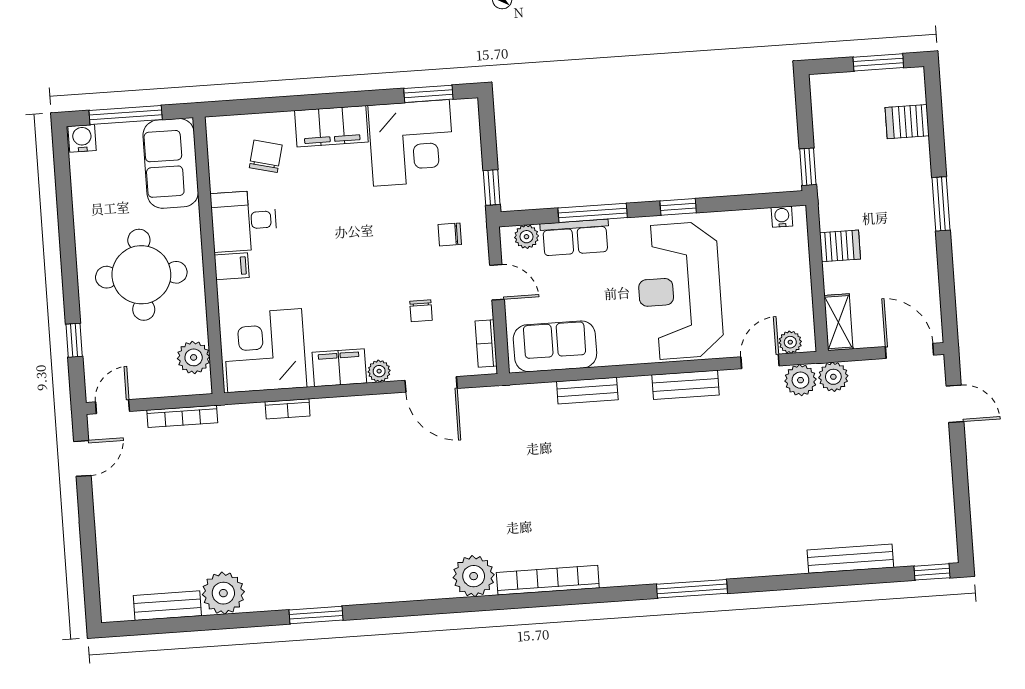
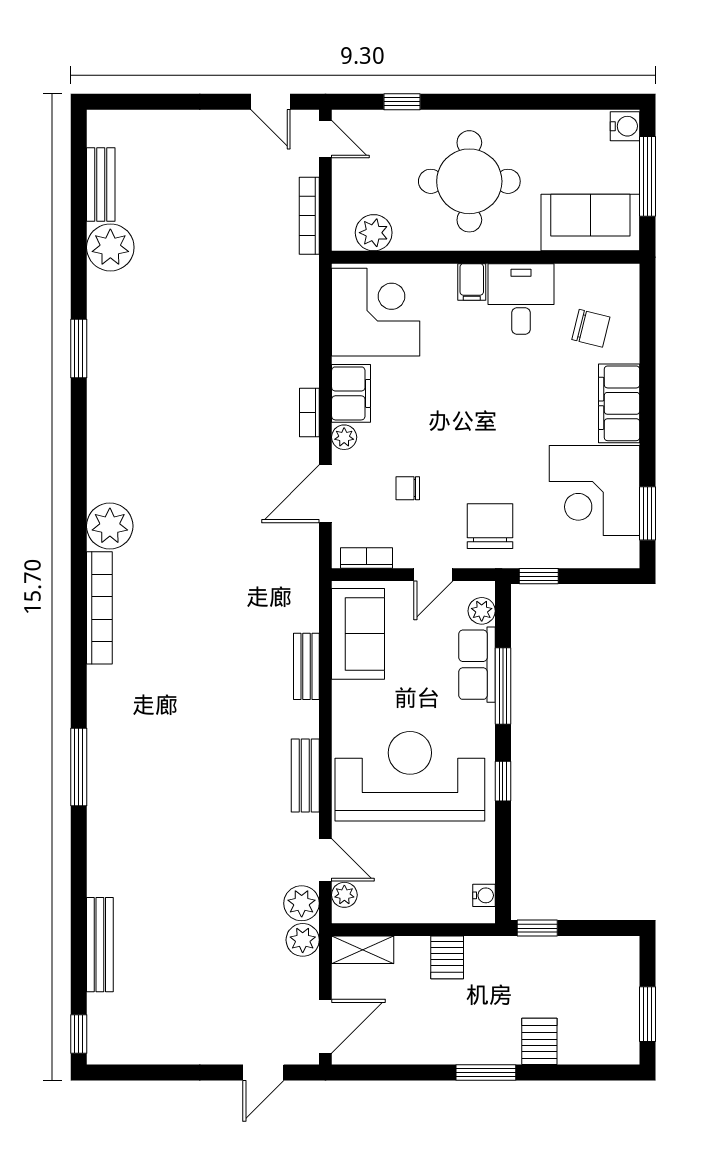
server rack: (907, 122) -> (539, 1041), moved
chair: (450, 234) -> (490, 526), width x1.87, depth x1.87
bookcase: (288, 409) -> (309, 413), moved

